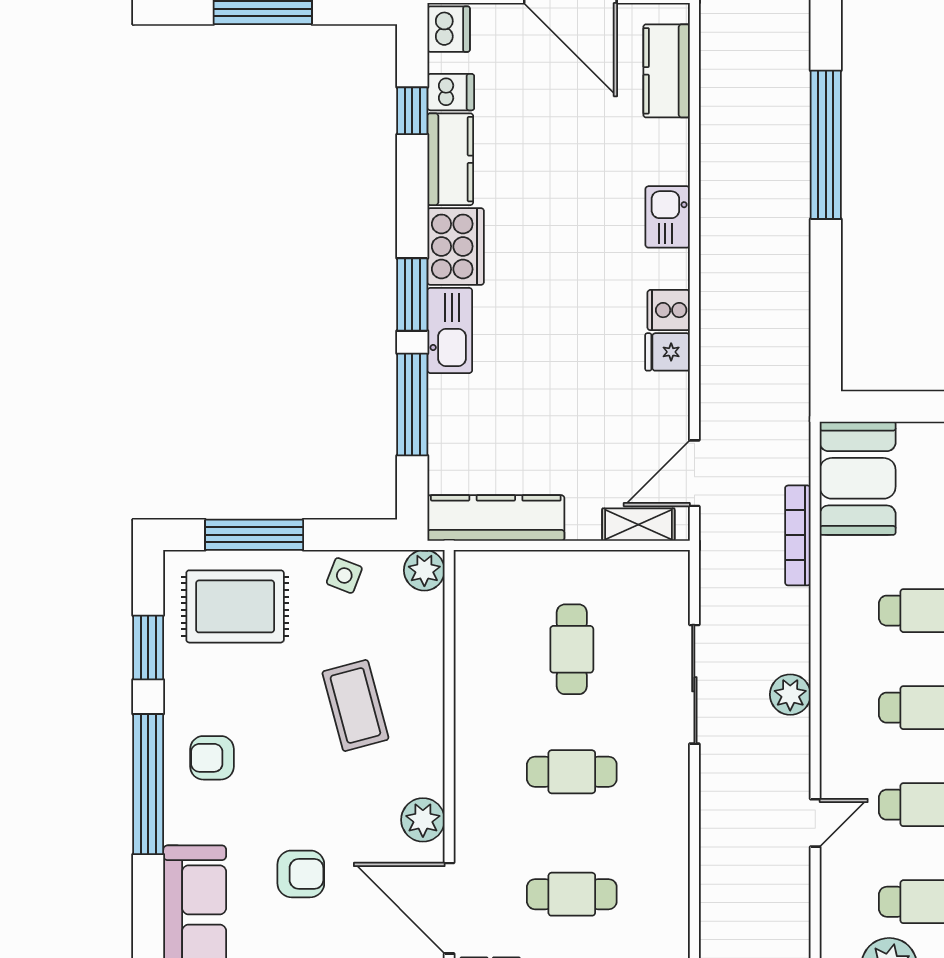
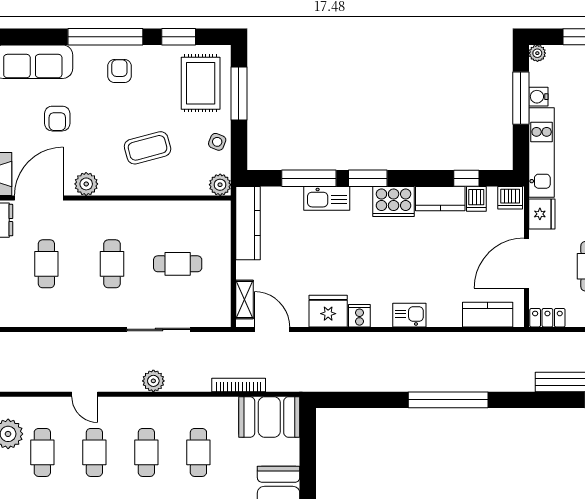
kitchen sink: (450, 330) -> (327, 198), moved
fridge: (668, 352) -> (328, 311), width x1.88, depth x1.34

